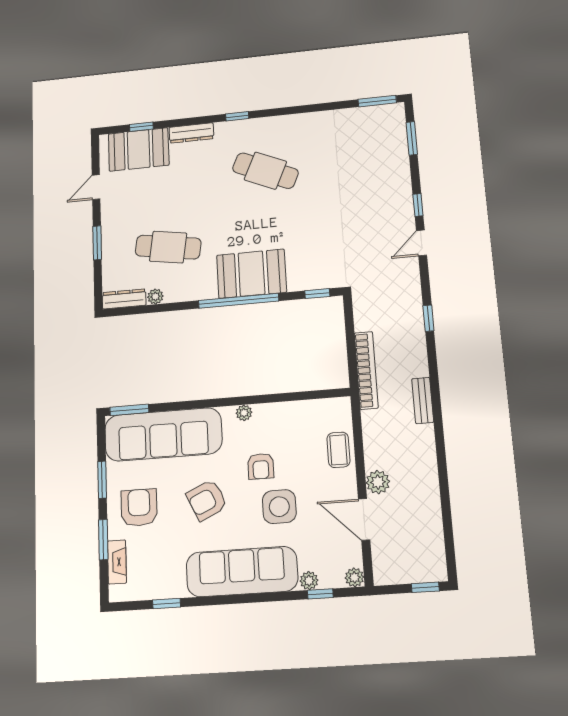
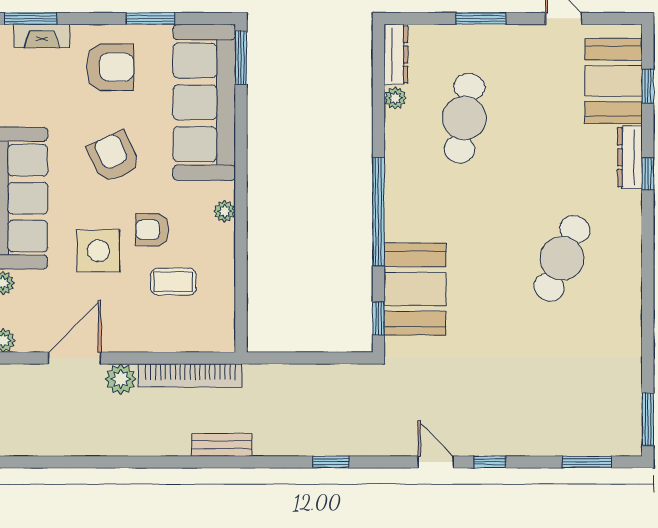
window: (237, 116) -> (648, 174), moved
booth: (252, 274) -> (415, 289), moved
bookcase: (366, 370) -> (190, 375), moved
coffee table: (338, 450) -> (173, 282), moved
window: (103, 540) -> (31, 18), moved

